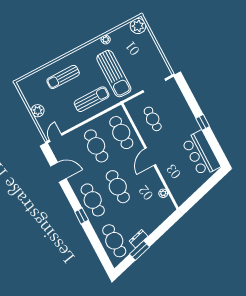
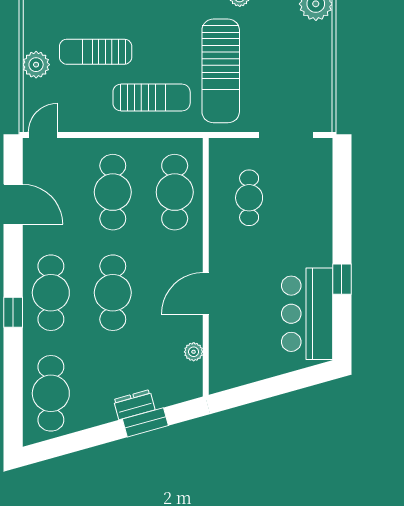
sun lounger: (63, 77) -> (96, 52), moved
window: (203, 122) -> (342, 279), moved
door: (150, 157) -> (206, 293), moved
dresser: (139, 239) -> (134, 405), moved
window: (140, 251) -> (145, 422), moved

